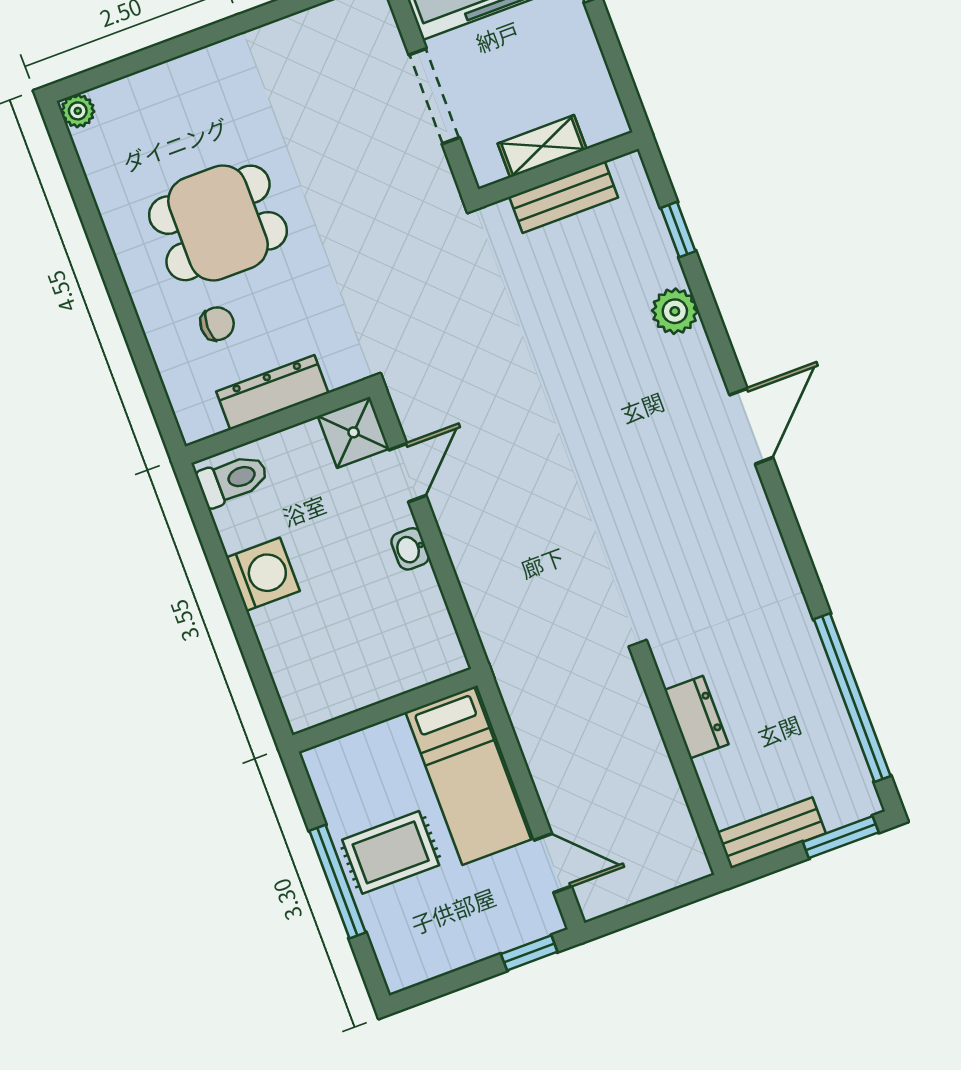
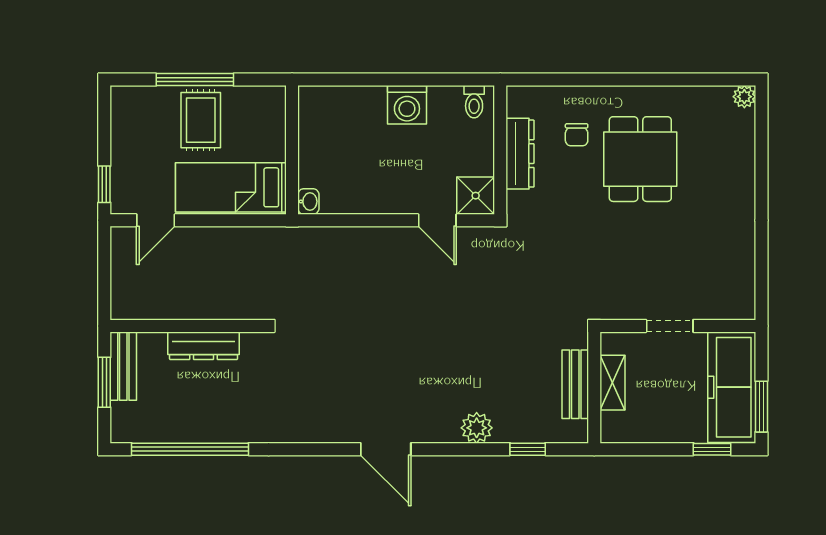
doorway: (434, 96) -> (670, 326), width x0.73
toilet: (233, 480) -> (474, 102), width x0.73, depth x0.72
washbasin: (410, 549) -> (308, 201), moved, turned 90
dresser: (696, 717) -> (204, 346), width x1.44
window: (841, 837) -> (104, 382), moved

